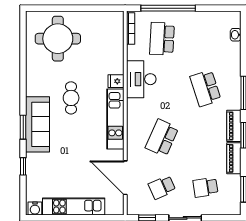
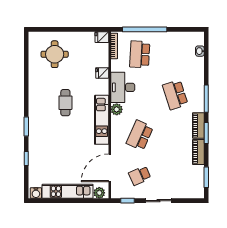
fridge: (116, 18) -> (102, 37), added
round table: (58, 39) -> (55, 54), width x0.73, depth x0.73
fridge: (116, 81) -> (102, 73), moved
plant: (134, 106) -> (117, 109), added
sofa: (38, 124) -> (38, 124), removed
door: (125, 178) -> (110, 168), hinge flipped
school desk: (205, 187) -> (175, 176), removed
plant: (113, 208) -> (99, 193), added

